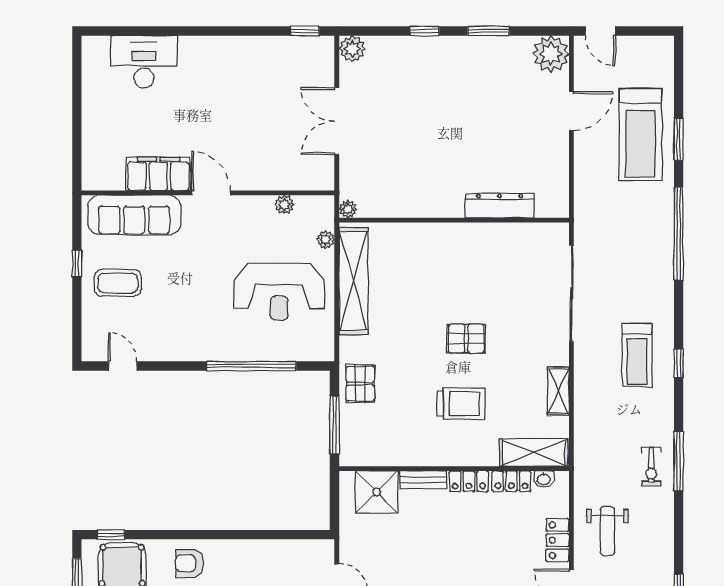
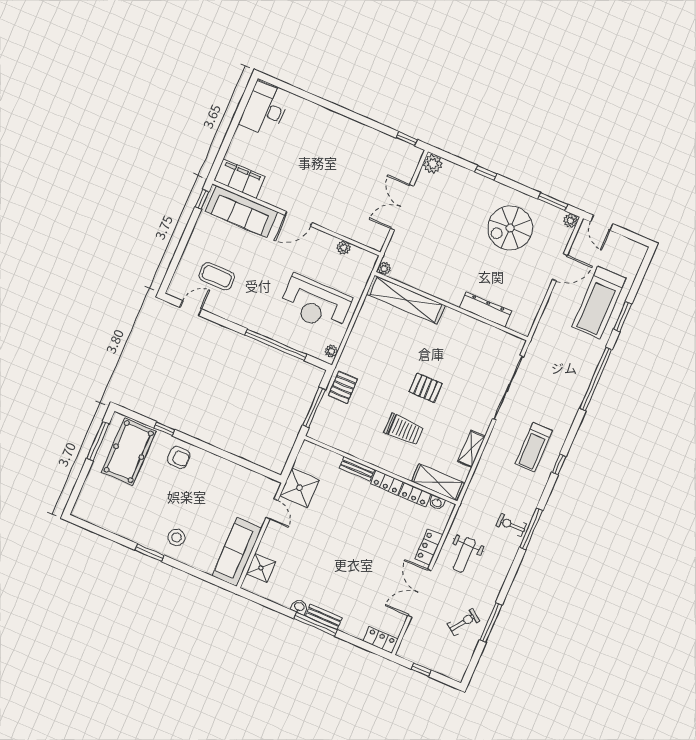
window: (488, 31) -> (553, 202), moved
plant: (551, 54) -> (571, 221), width x0.53, depth x0.53
desk: (144, 62) -> (265, 109), moved, turned -90
spiral stairs: (486, 88) -> (510, 228), added
filing cabinet: (158, 174) -> (240, 179), moved
door: (211, 193) -> (298, 219), swing flipped
plant: (326, 240) -> (331, 351), moved
window: (77, 264) -> (202, 199), moved
shelving: (354, 281) -> (406, 300), moved, turned 90
coffee table: (118, 283) -> (217, 276), moved
door: (123, 366) -> (191, 308), hinge flipped
exercise bike: (651, 467) -> (511, 525), turned 90
shower: (377, 492) -> (300, 488), moved
window: (111, 535) -> (164, 429), moved
armchair: (189, 563) -> (179, 457), turned 180

